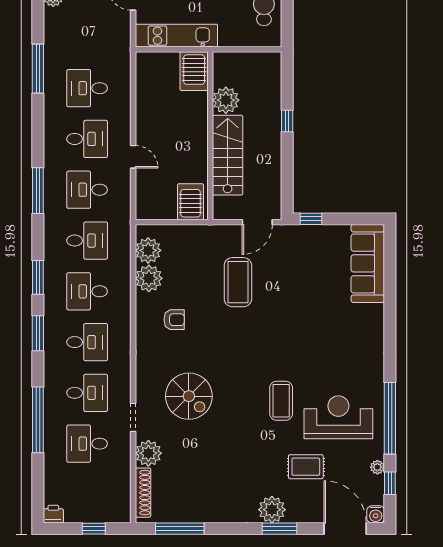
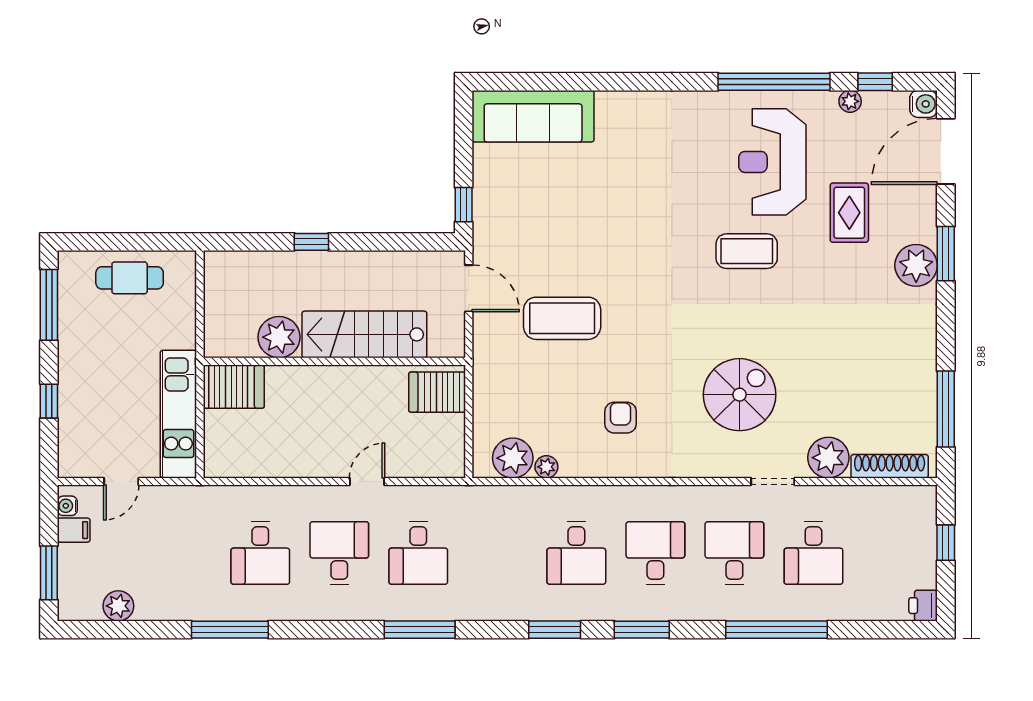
desk: (87, 241) -> (497, 553), removed
plant: (149, 278) -> (546, 467), width x0.53, depth x0.53

